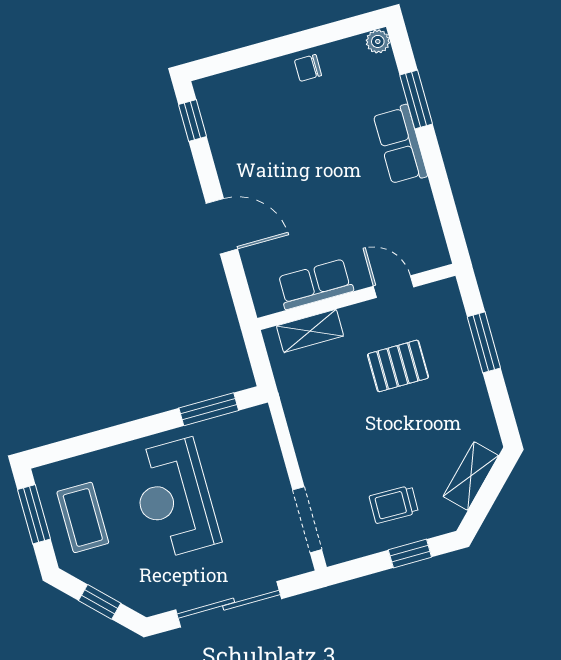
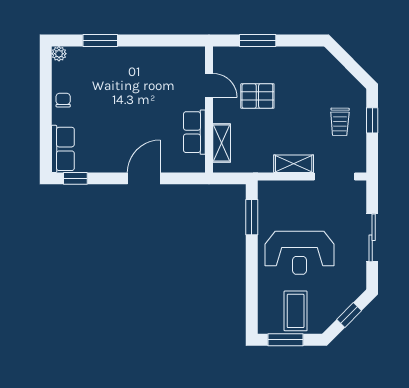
chair: (308, 68) -> (63, 100), turned 180
row of seats: (400, 145) -> (63, 149), moved, turned -90
door: (394, 287) -> (209, 85), swing flipped
pallet: (398, 366) -> (257, 96), turned 90
shelving: (471, 476) -> (294, 164), moved, turned -45
coffee table: (83, 517) -> (296, 311), turned 90
sliding door: (229, 604) -> (372, 238), width x0.73

